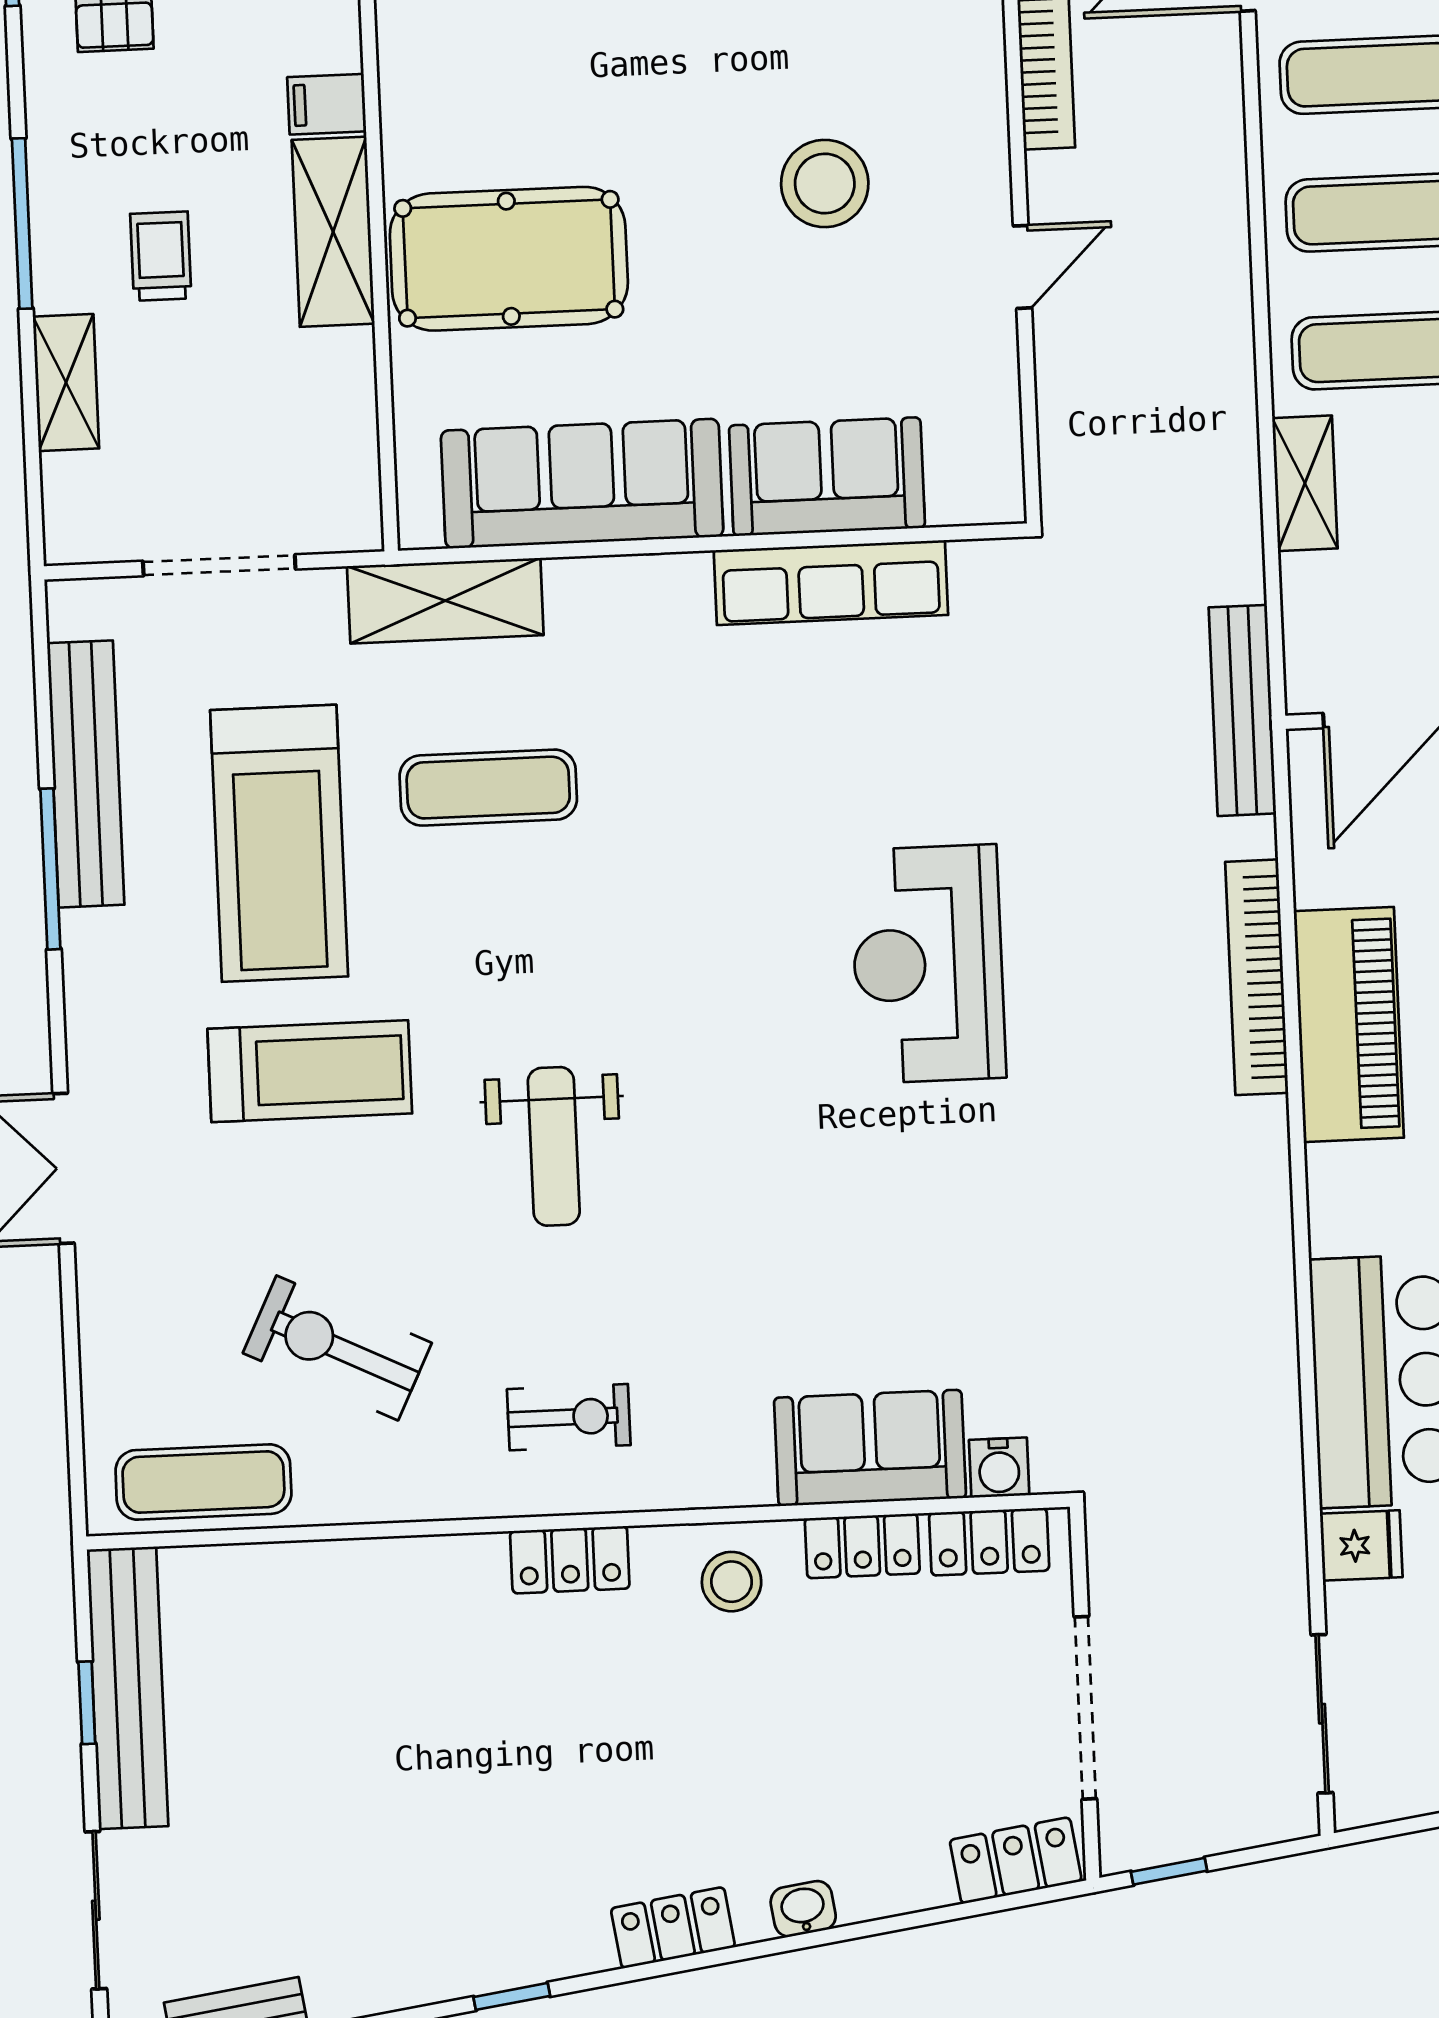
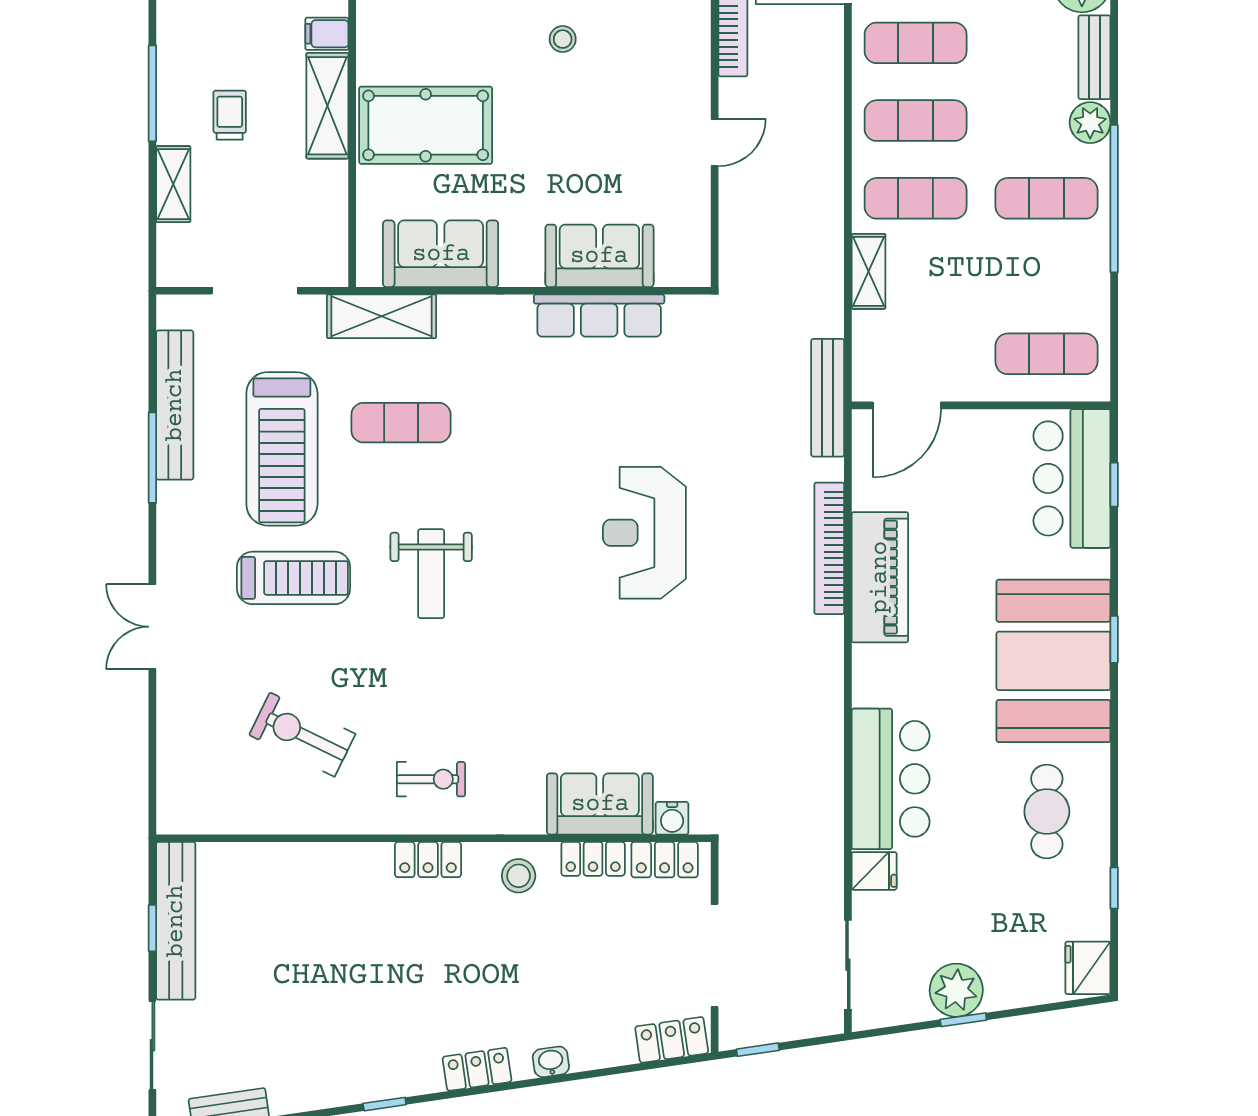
stool: (825, 184) -> (563, 39), moved, width x0.53, depth x0.53
sofa: (582, 484) -> (441, 254), width x0.73
weight bench: (554, 1146) -> (431, 574), moved
exercise mat: (203, 1482) -> (224, 807), removed

